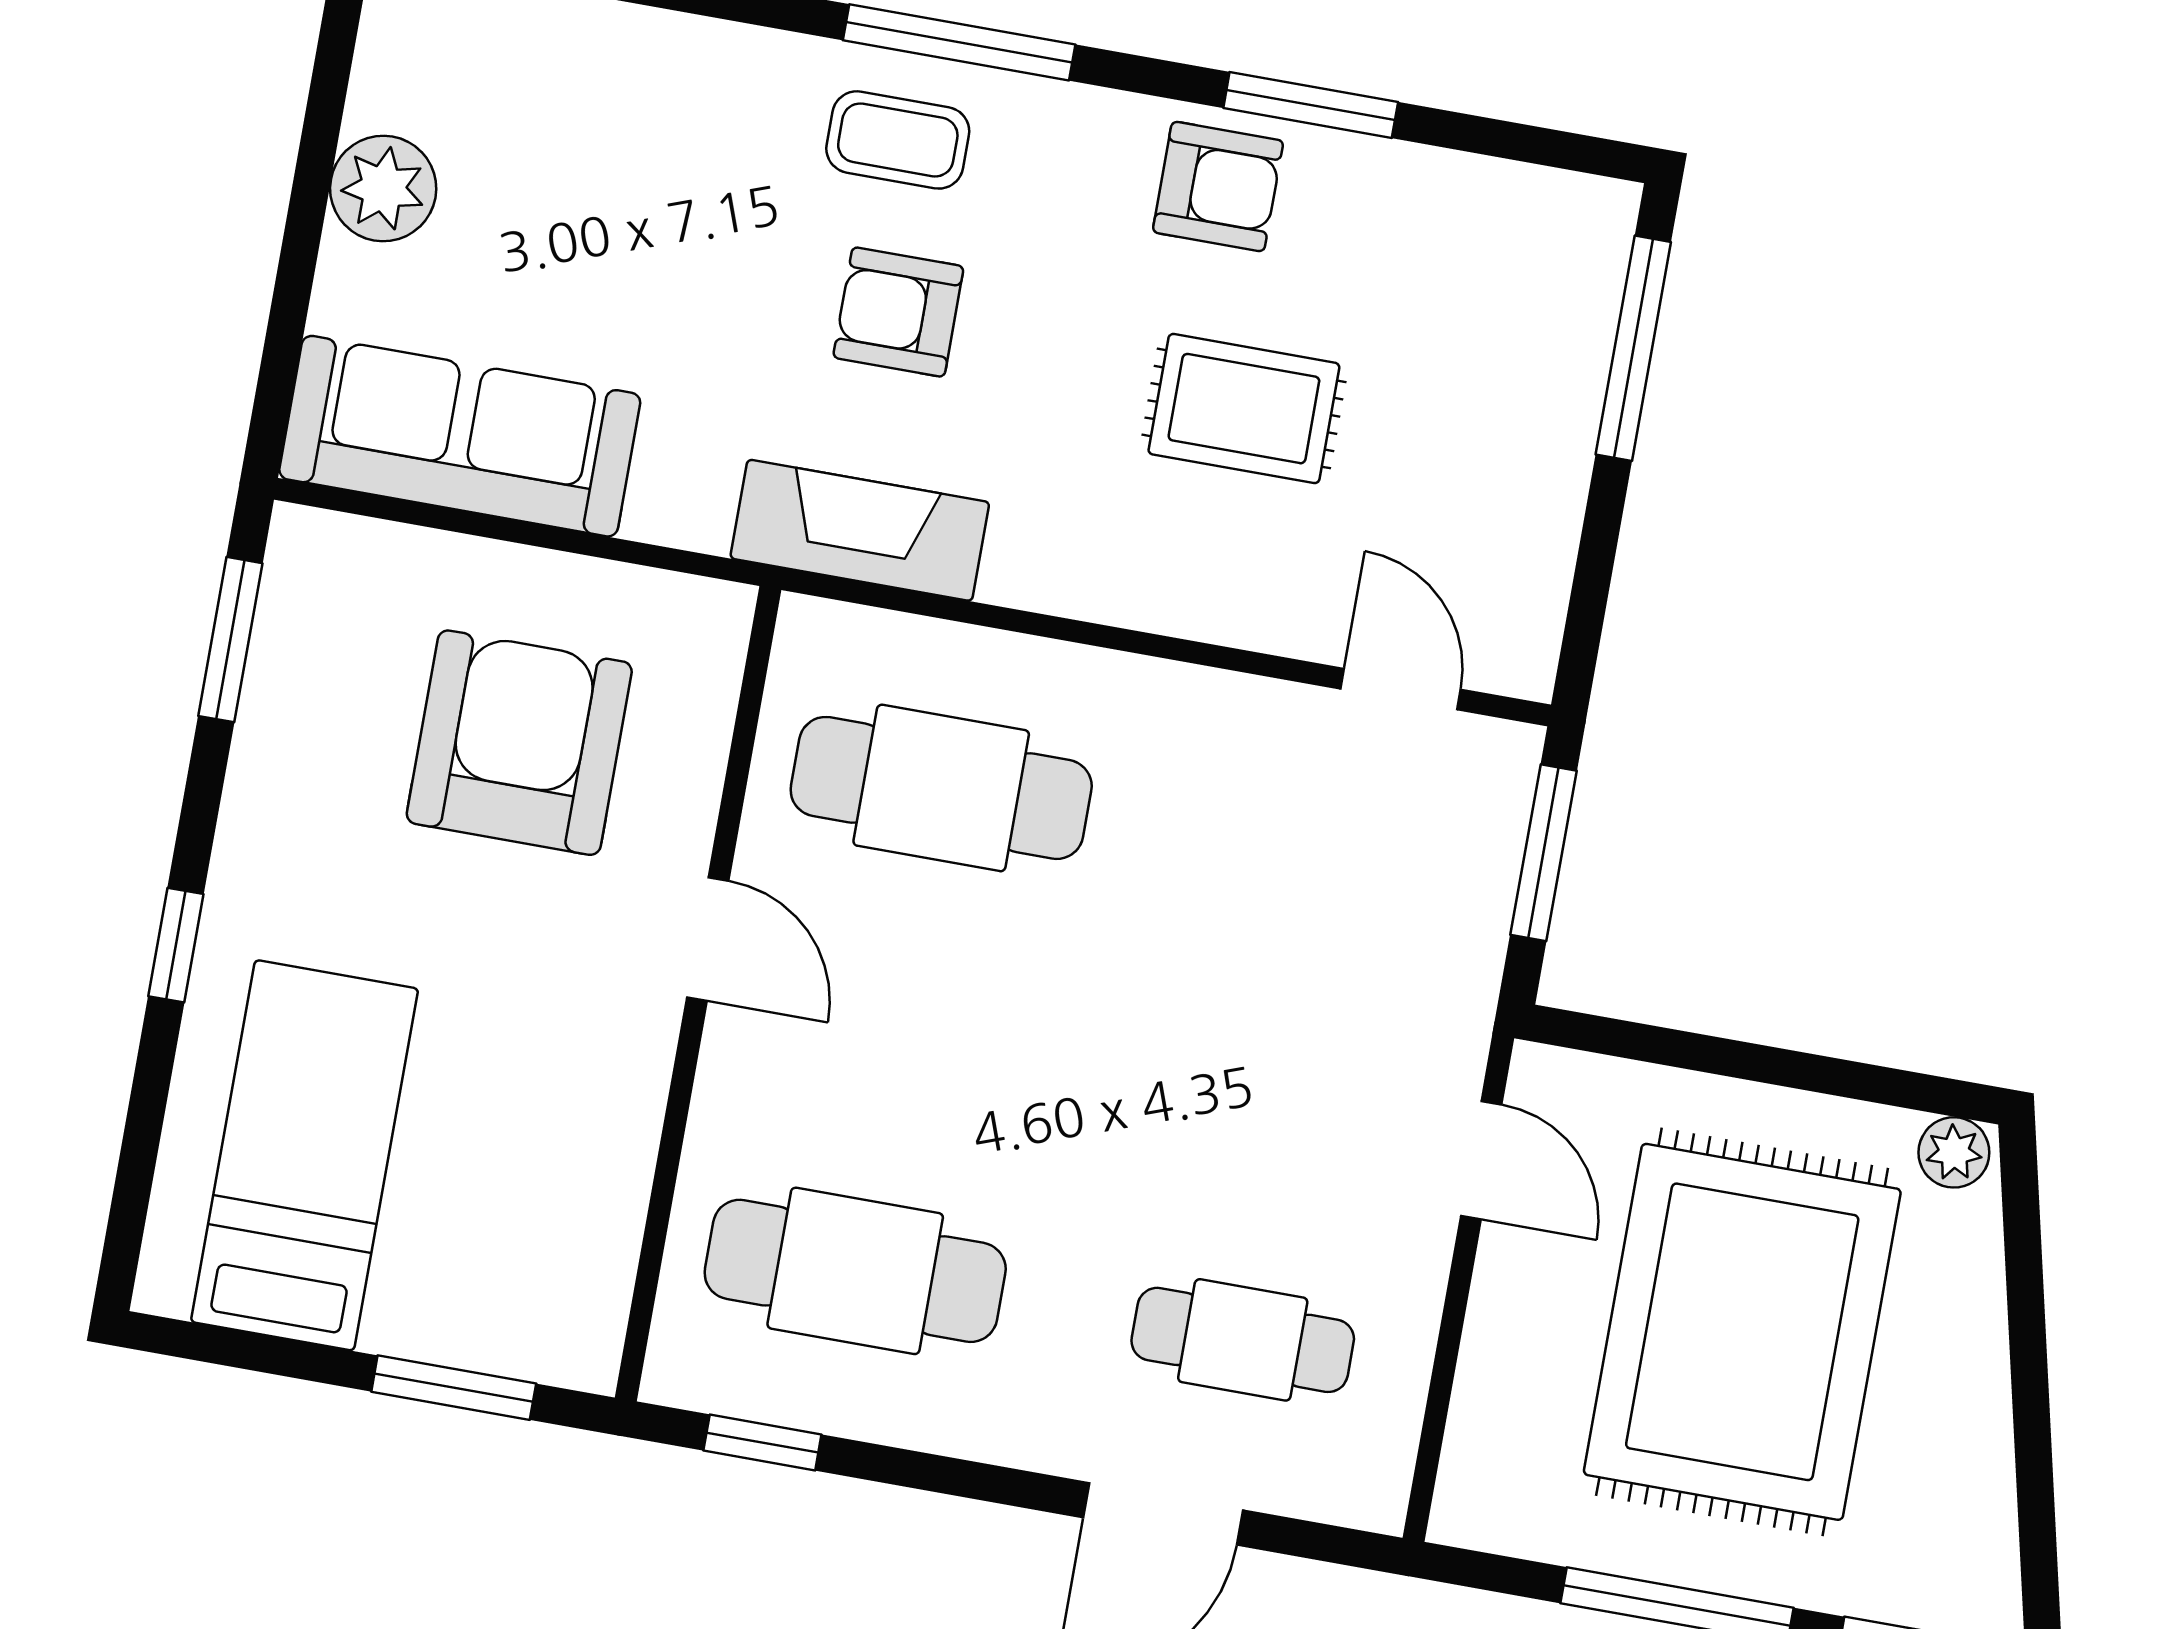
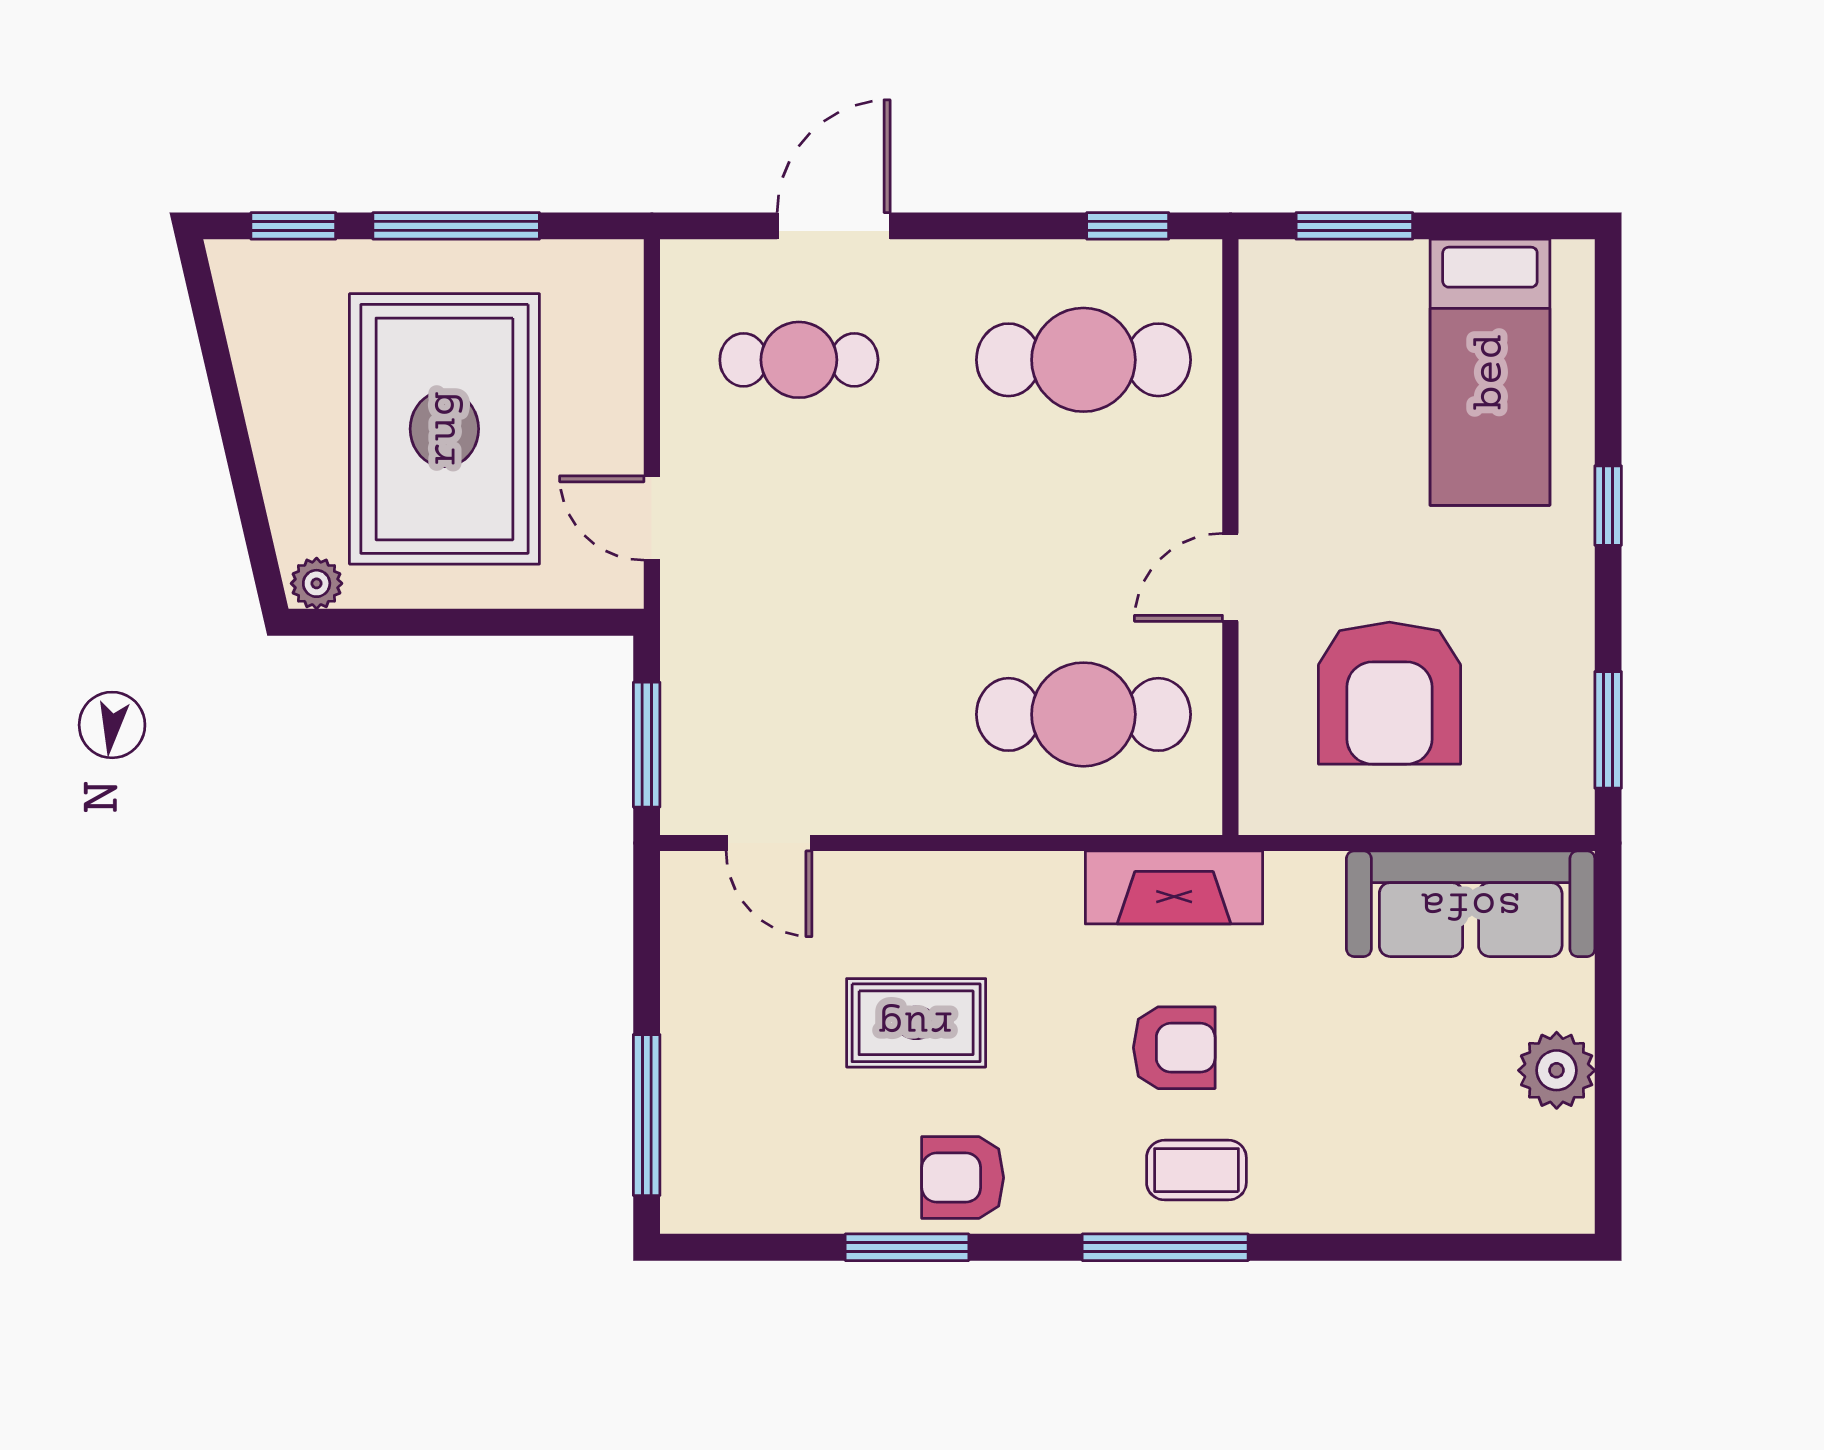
door: (708, 939) -> (1230, 577), hinge flipped

